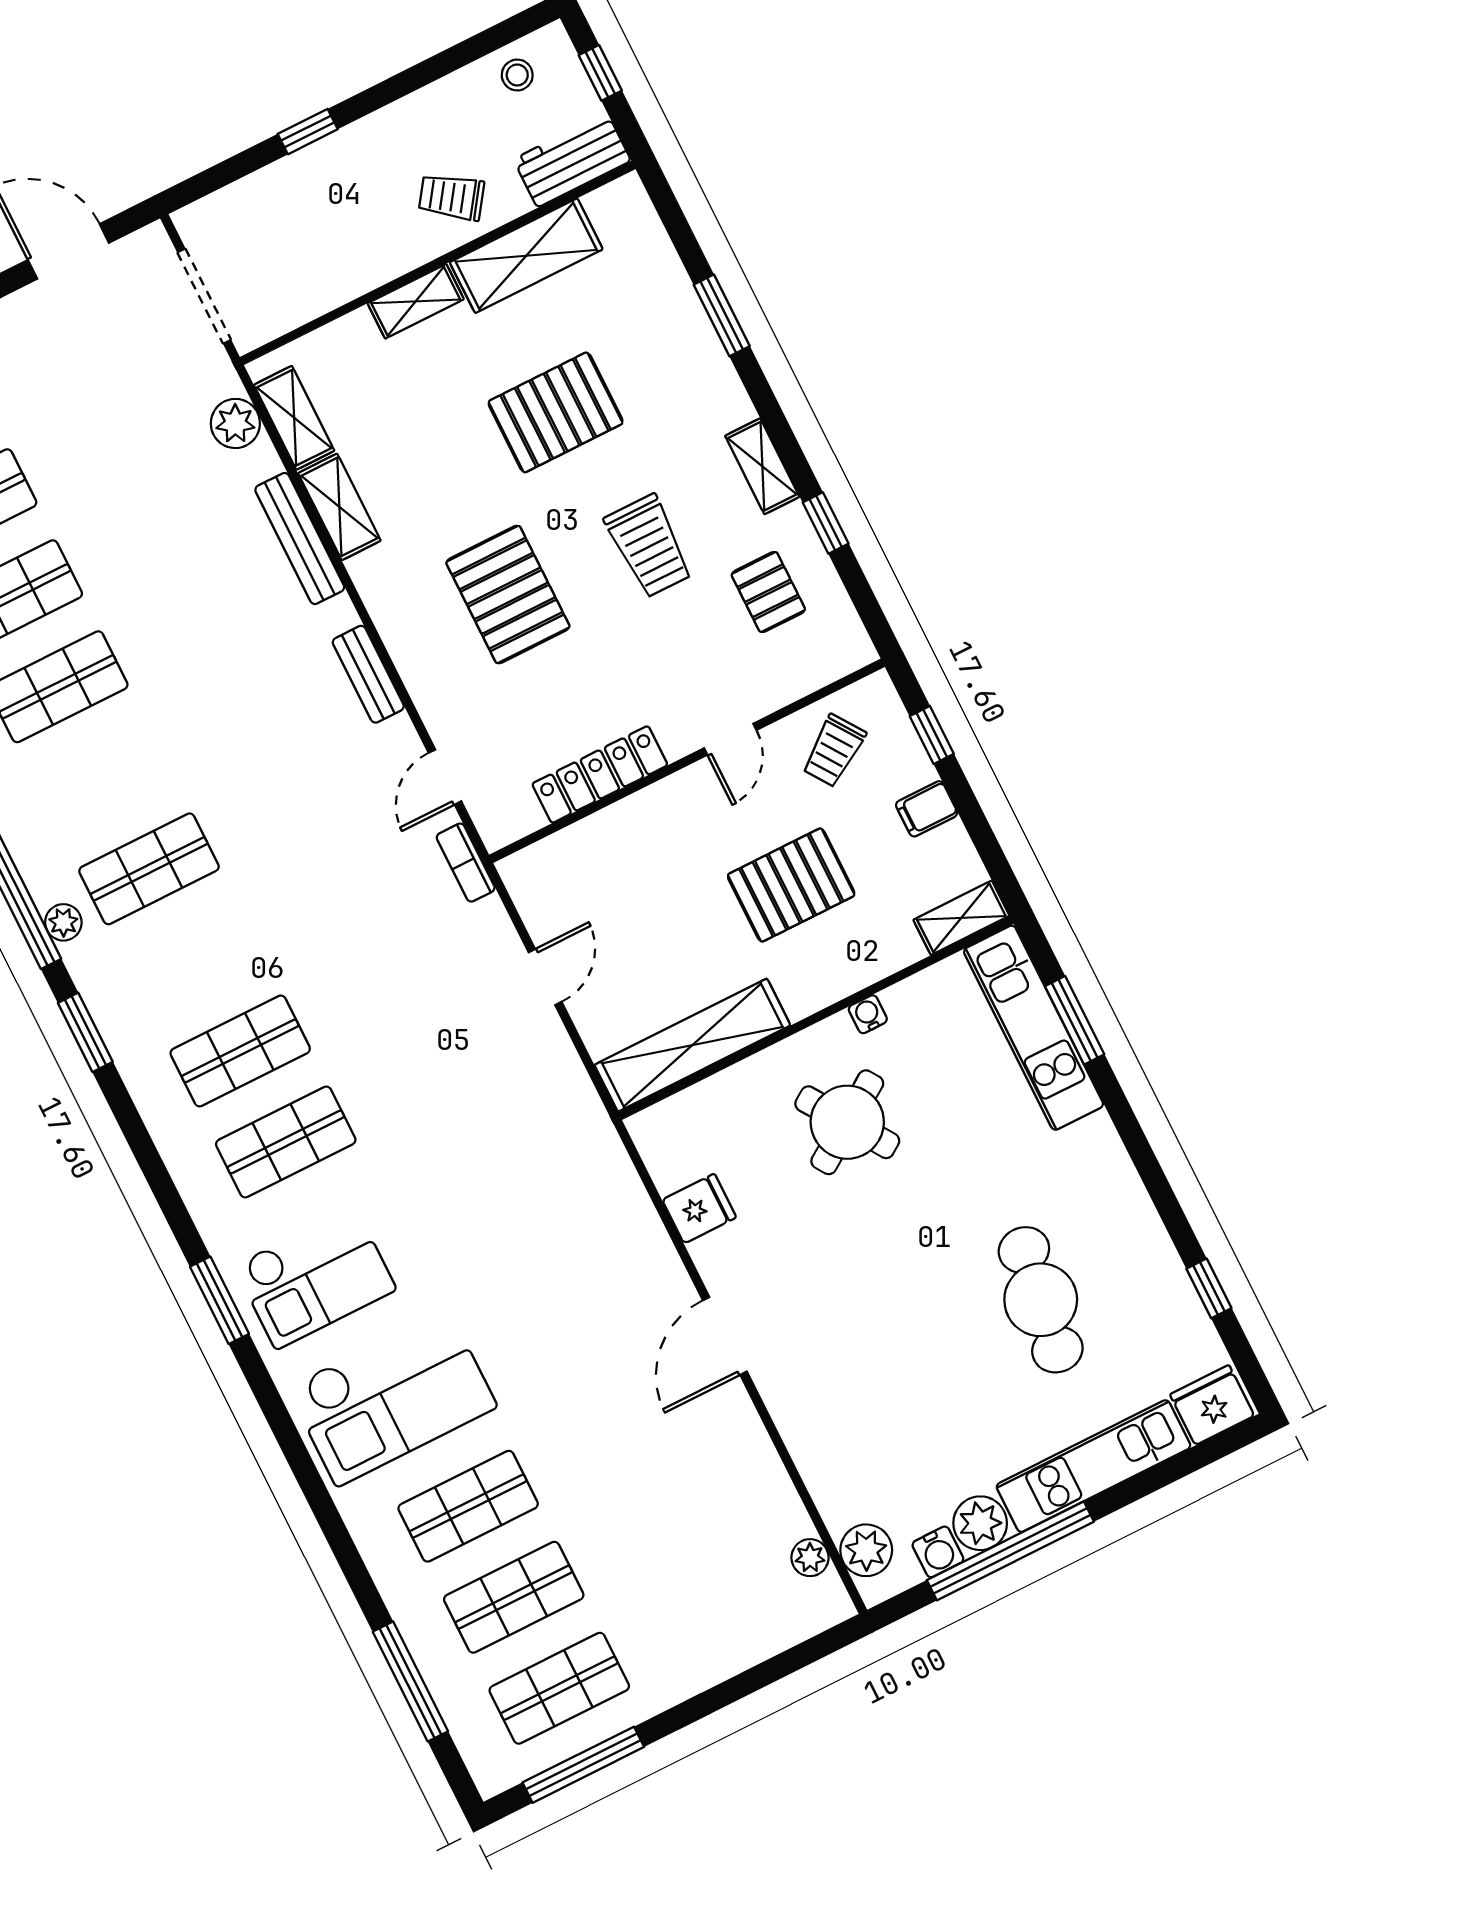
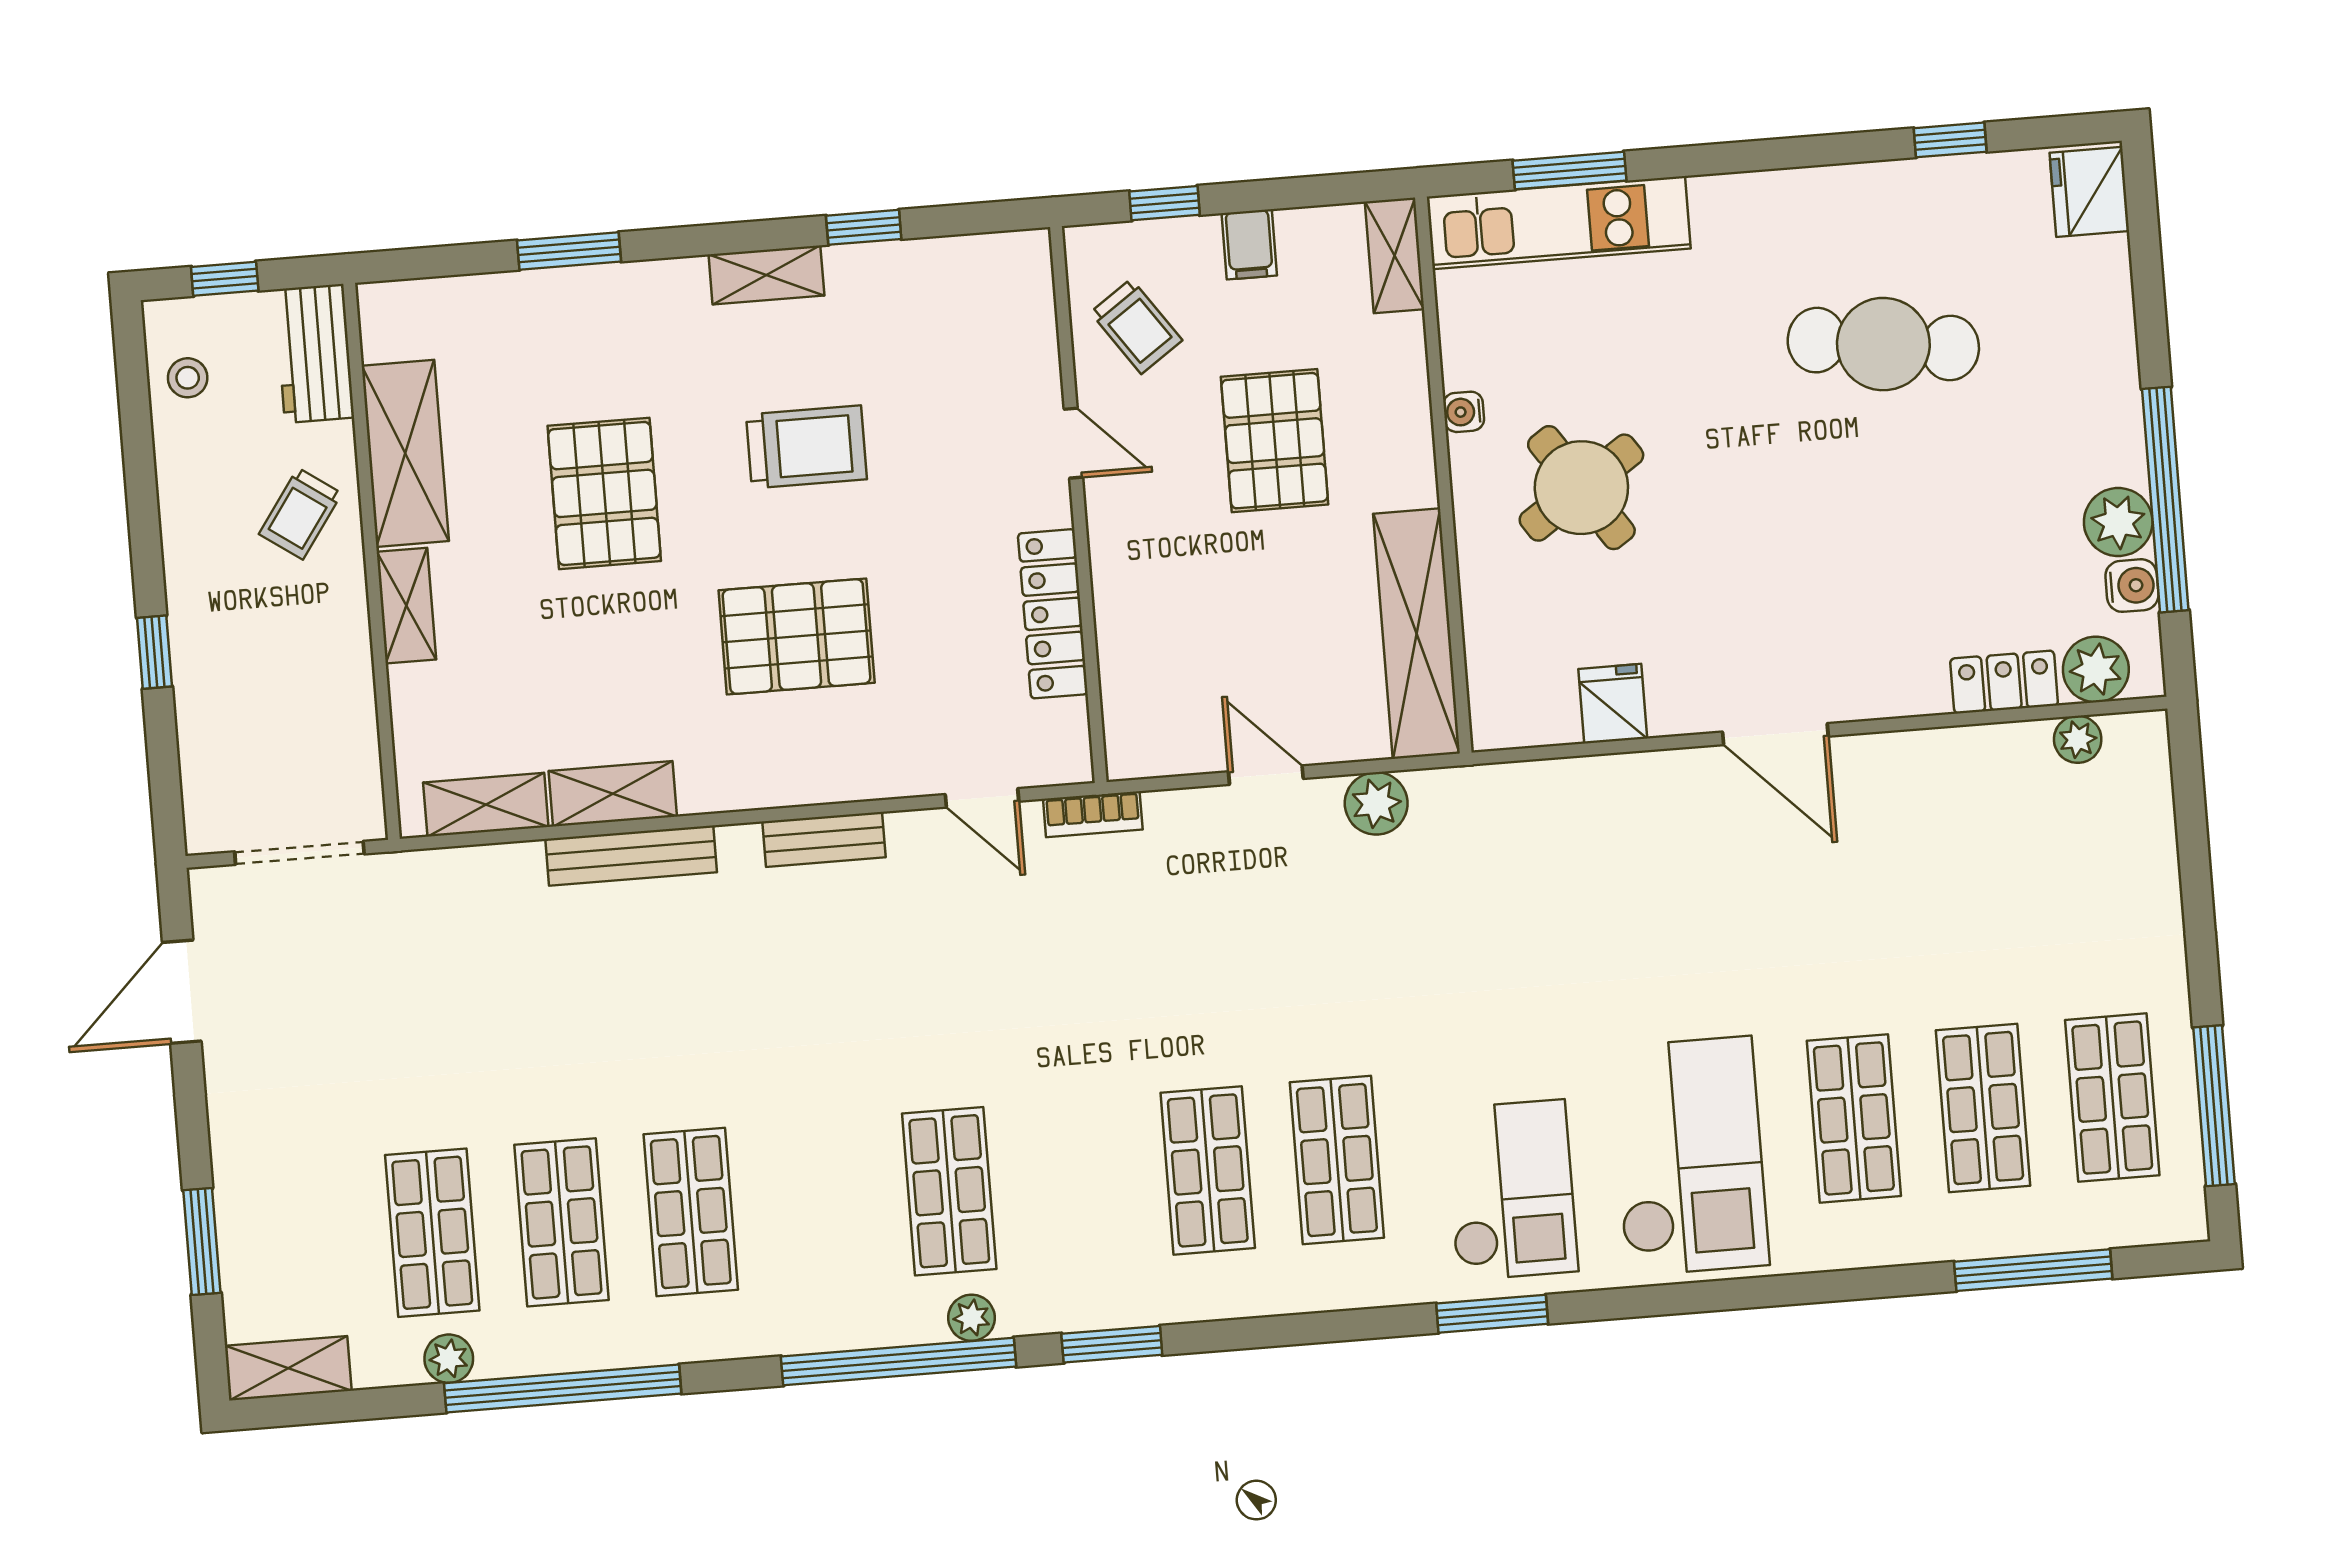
plant: (235, 423) -> (1376, 803), moved
pallet: (768, 592) -> (918, 328), removed
kitchen unit: (1093, 1466) -> (2105, 361), removed
locker: (830, 1487) -> (2004, 682), added

